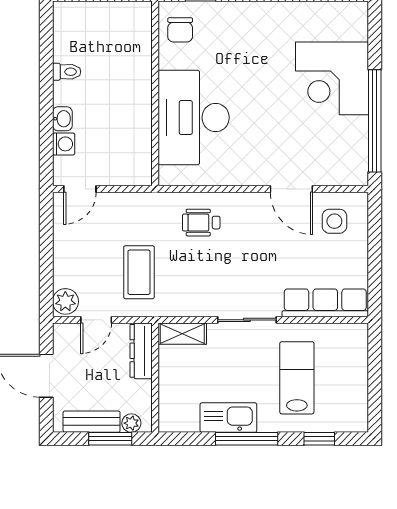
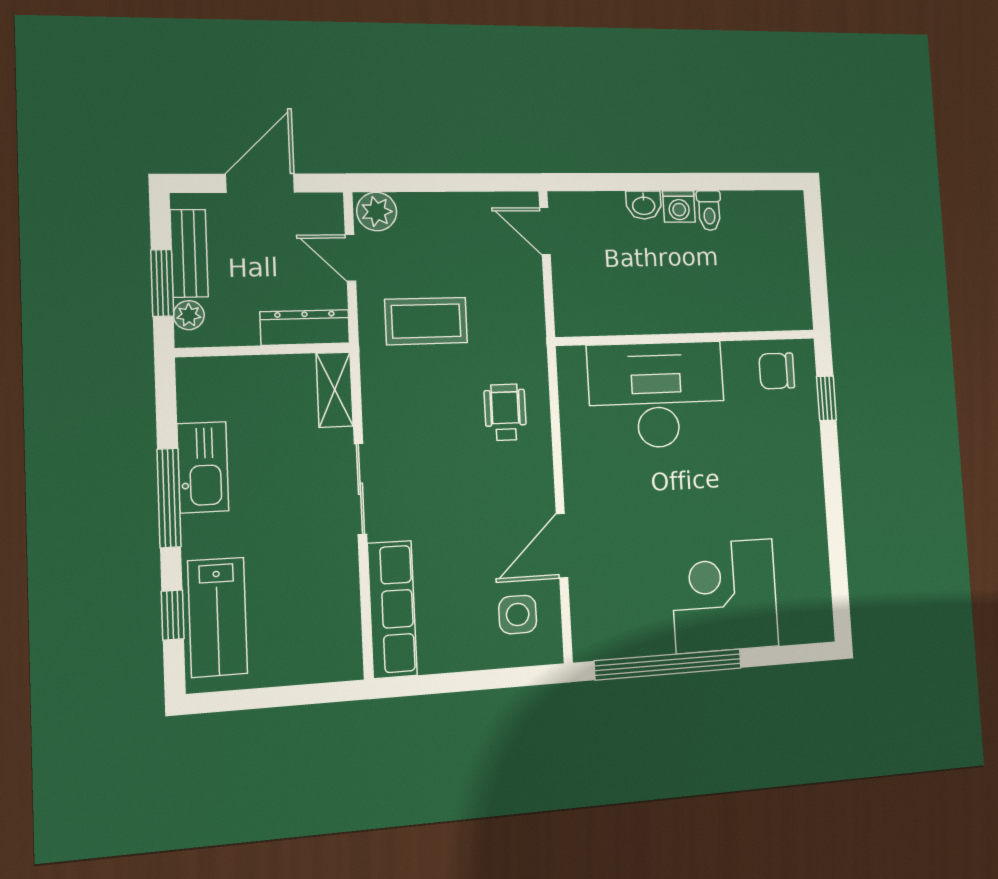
washing machine: (64, 144) -> (679, 206), moved
lab bench: (297, 378) -> (218, 617), moved, turned 90

